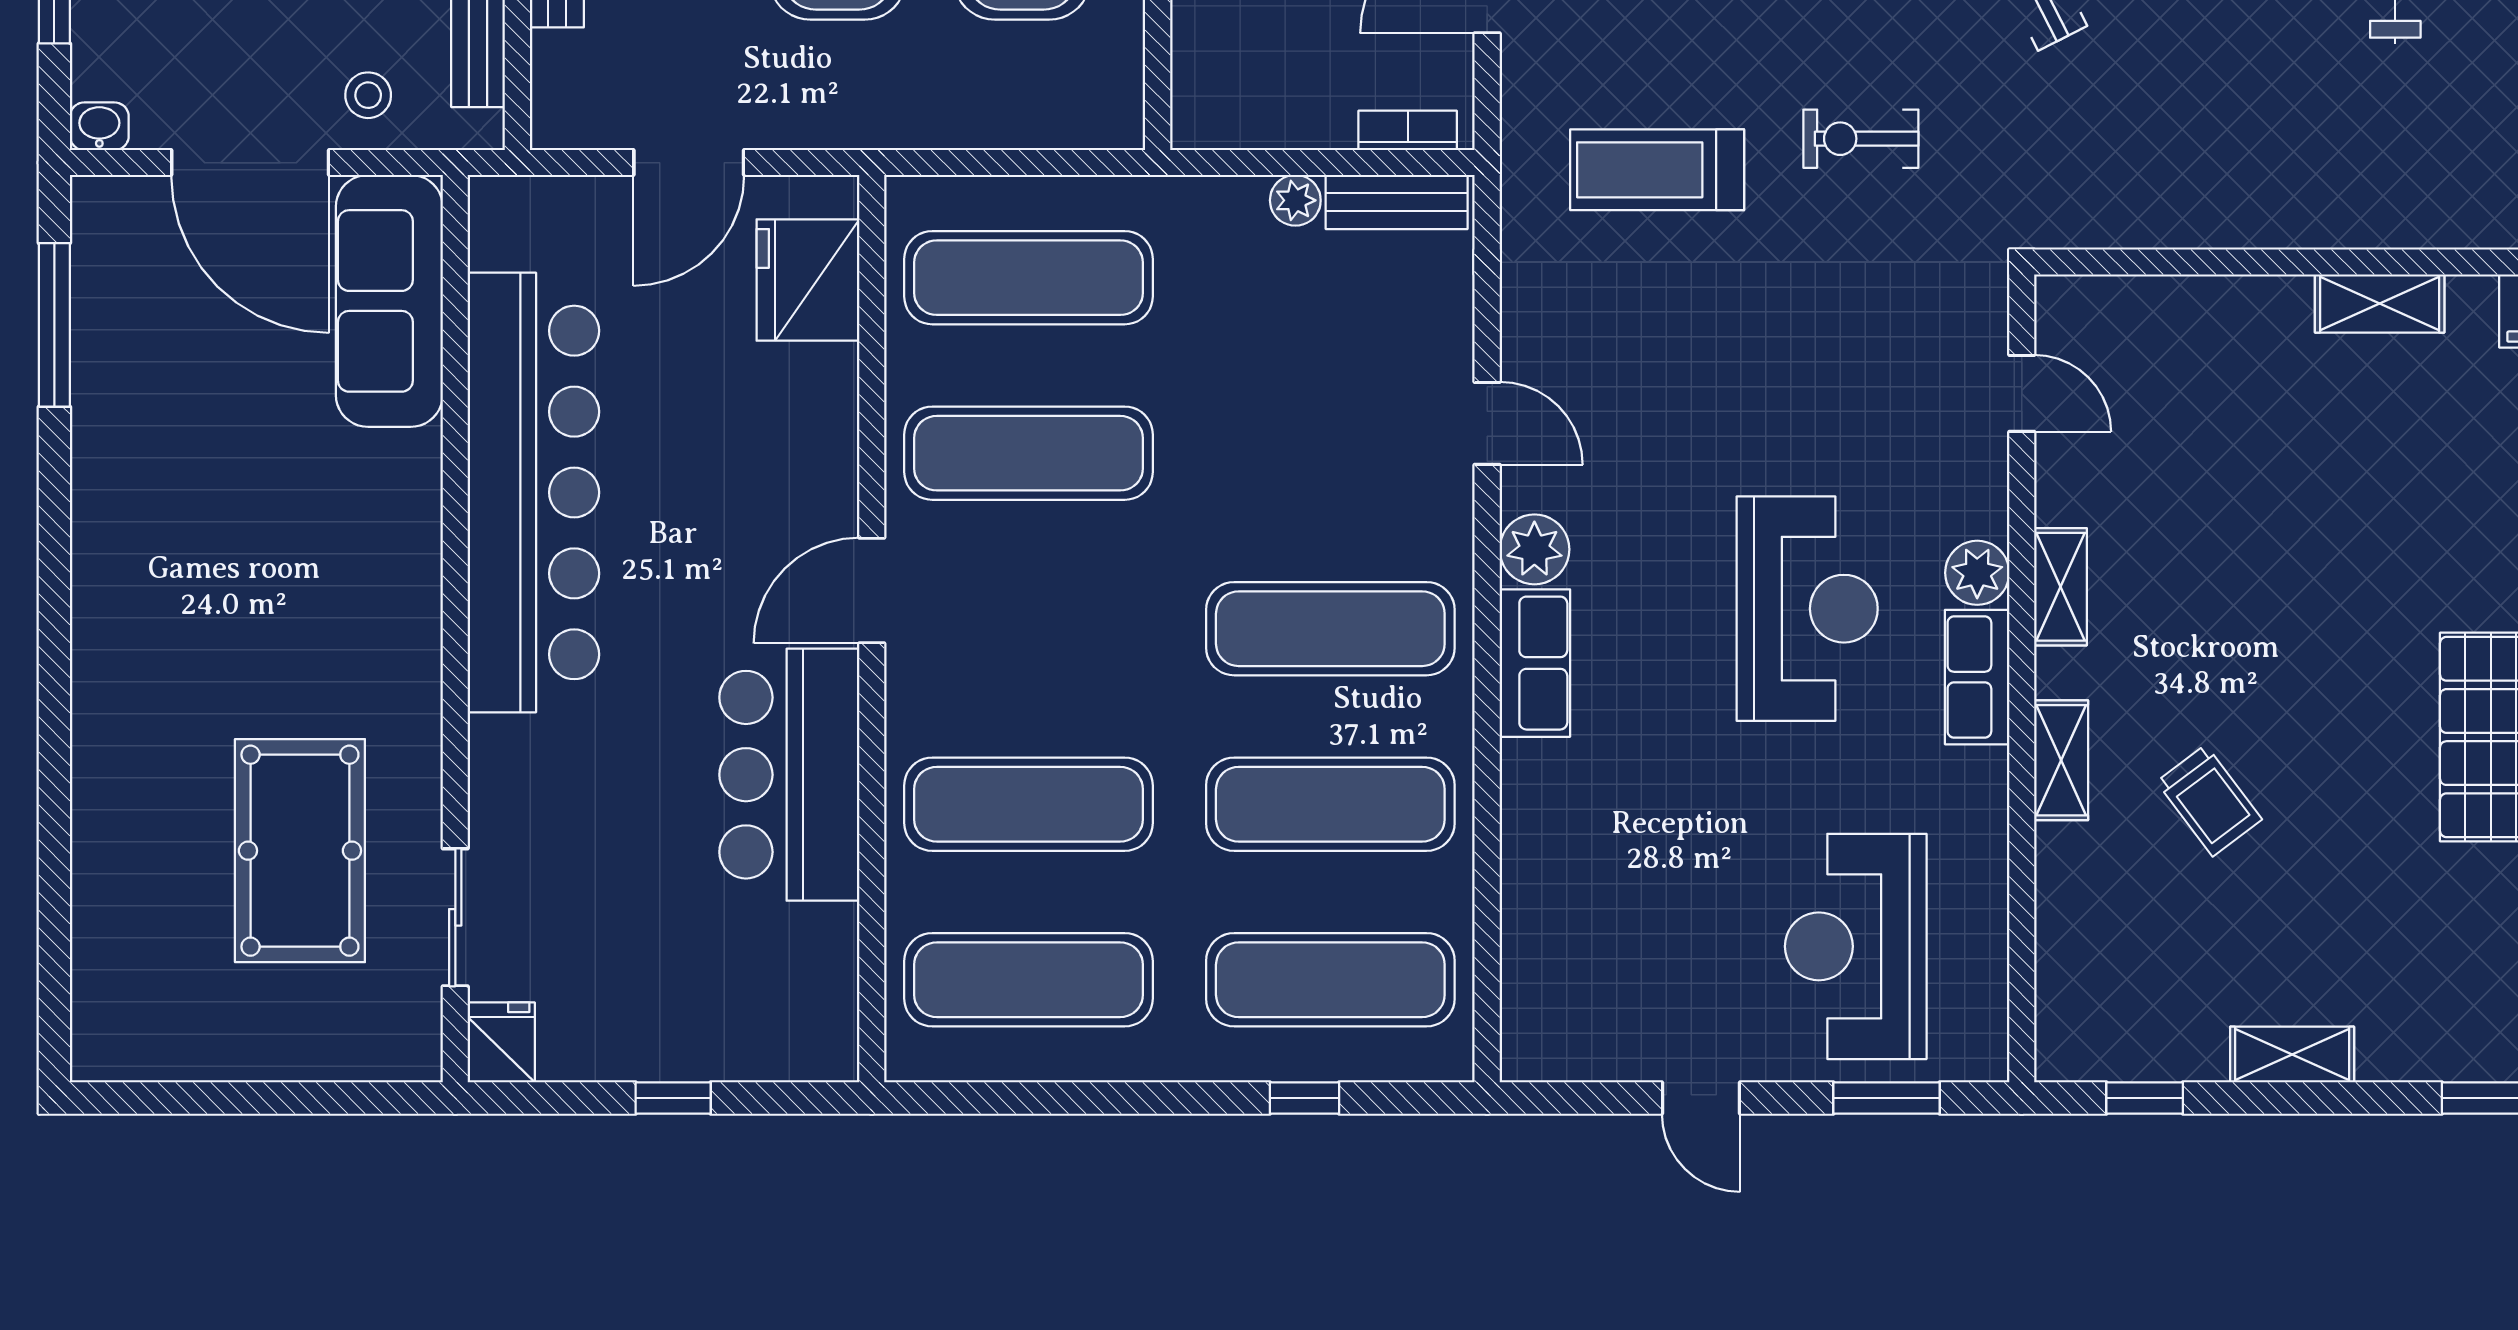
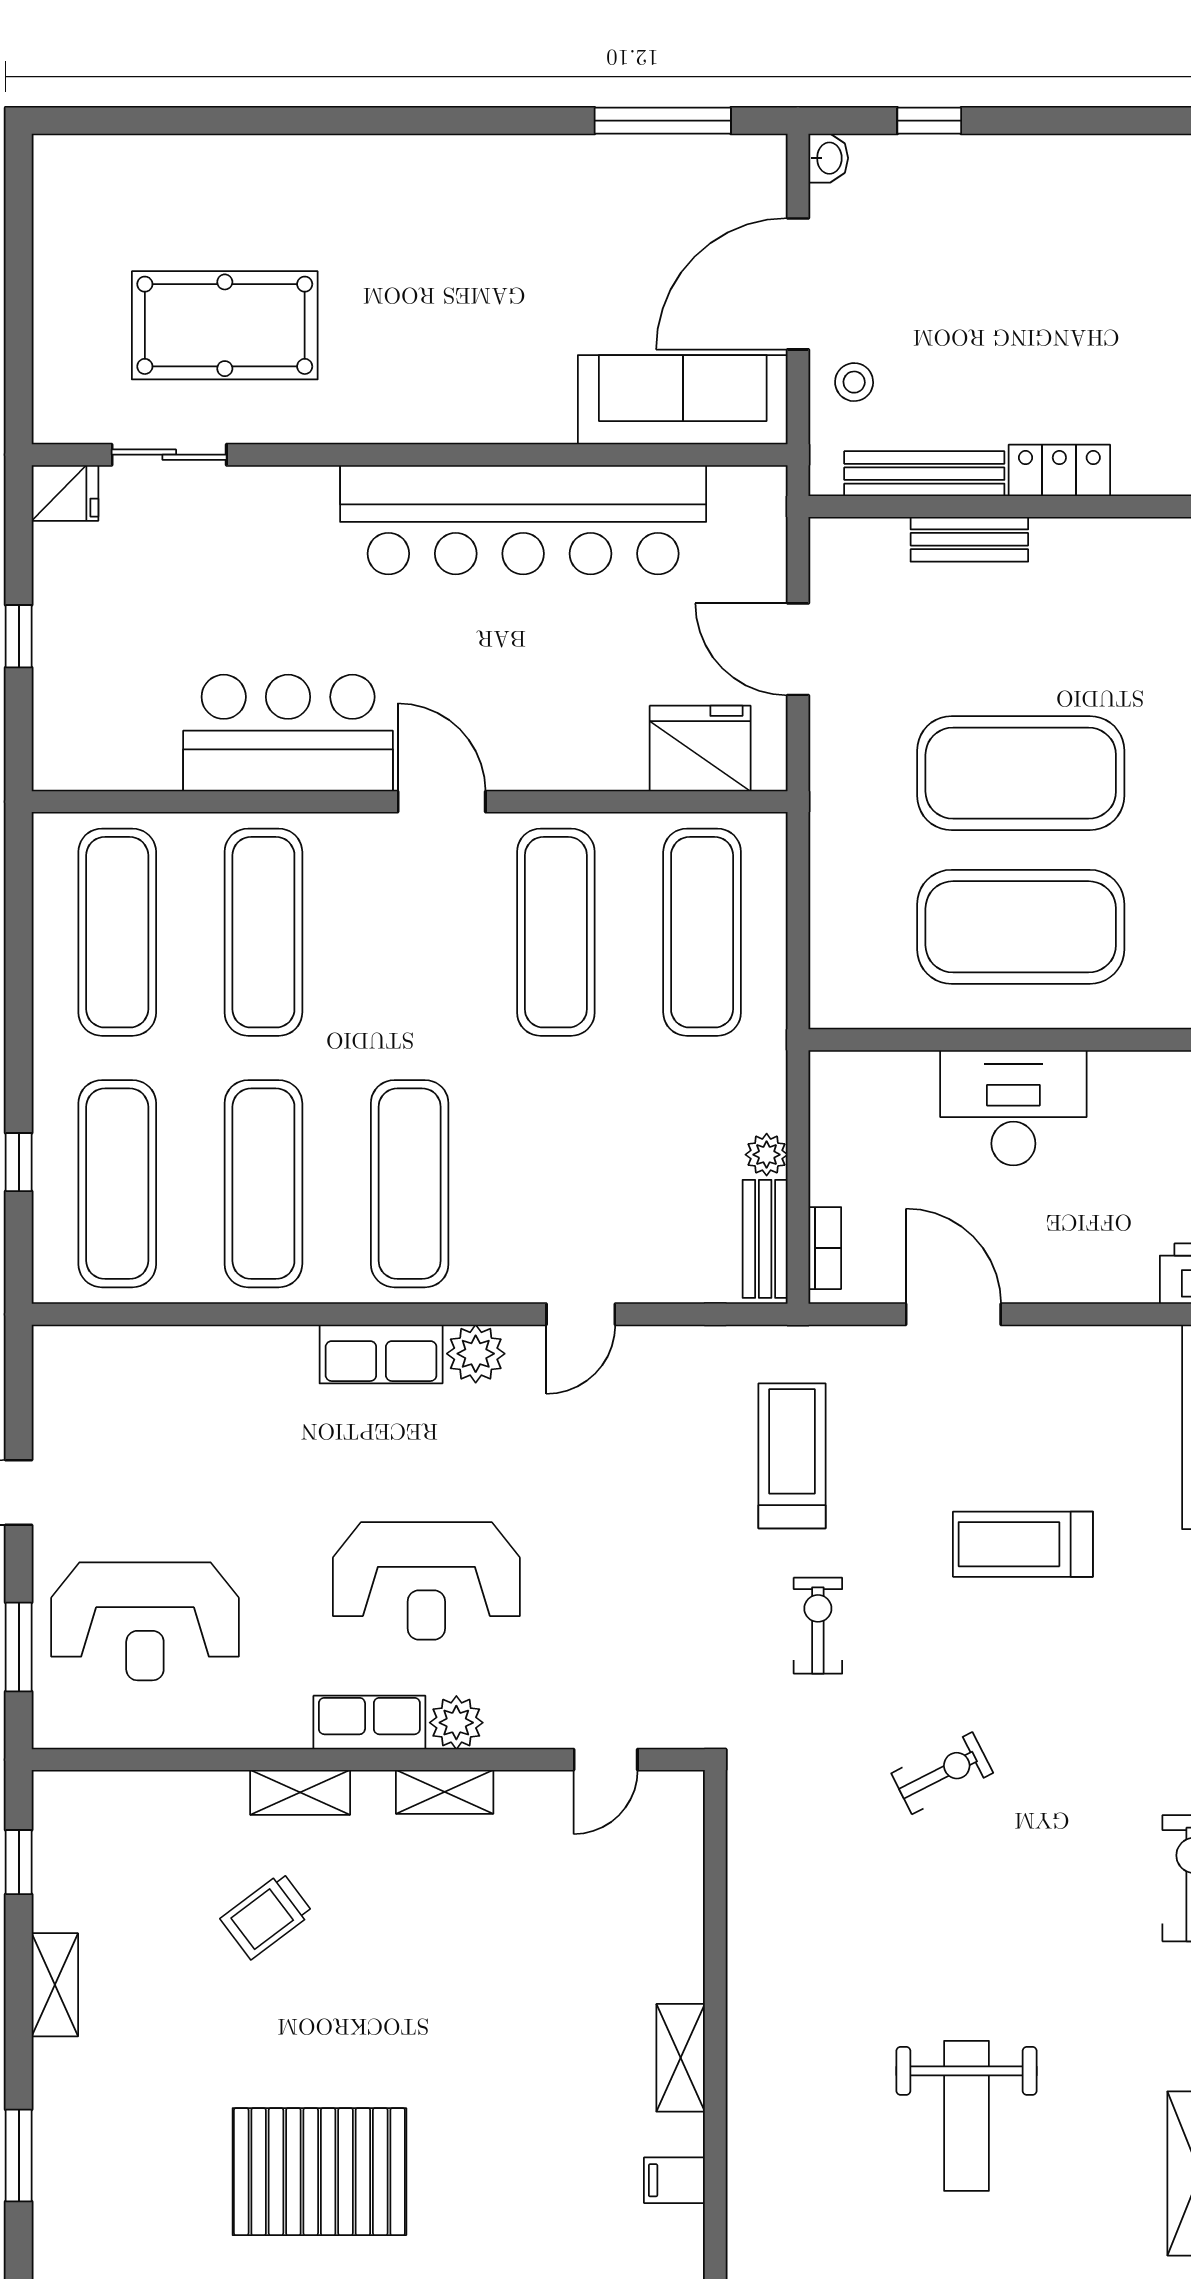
reception desk: (1856, 946) -> (145, 1621), turned 180

